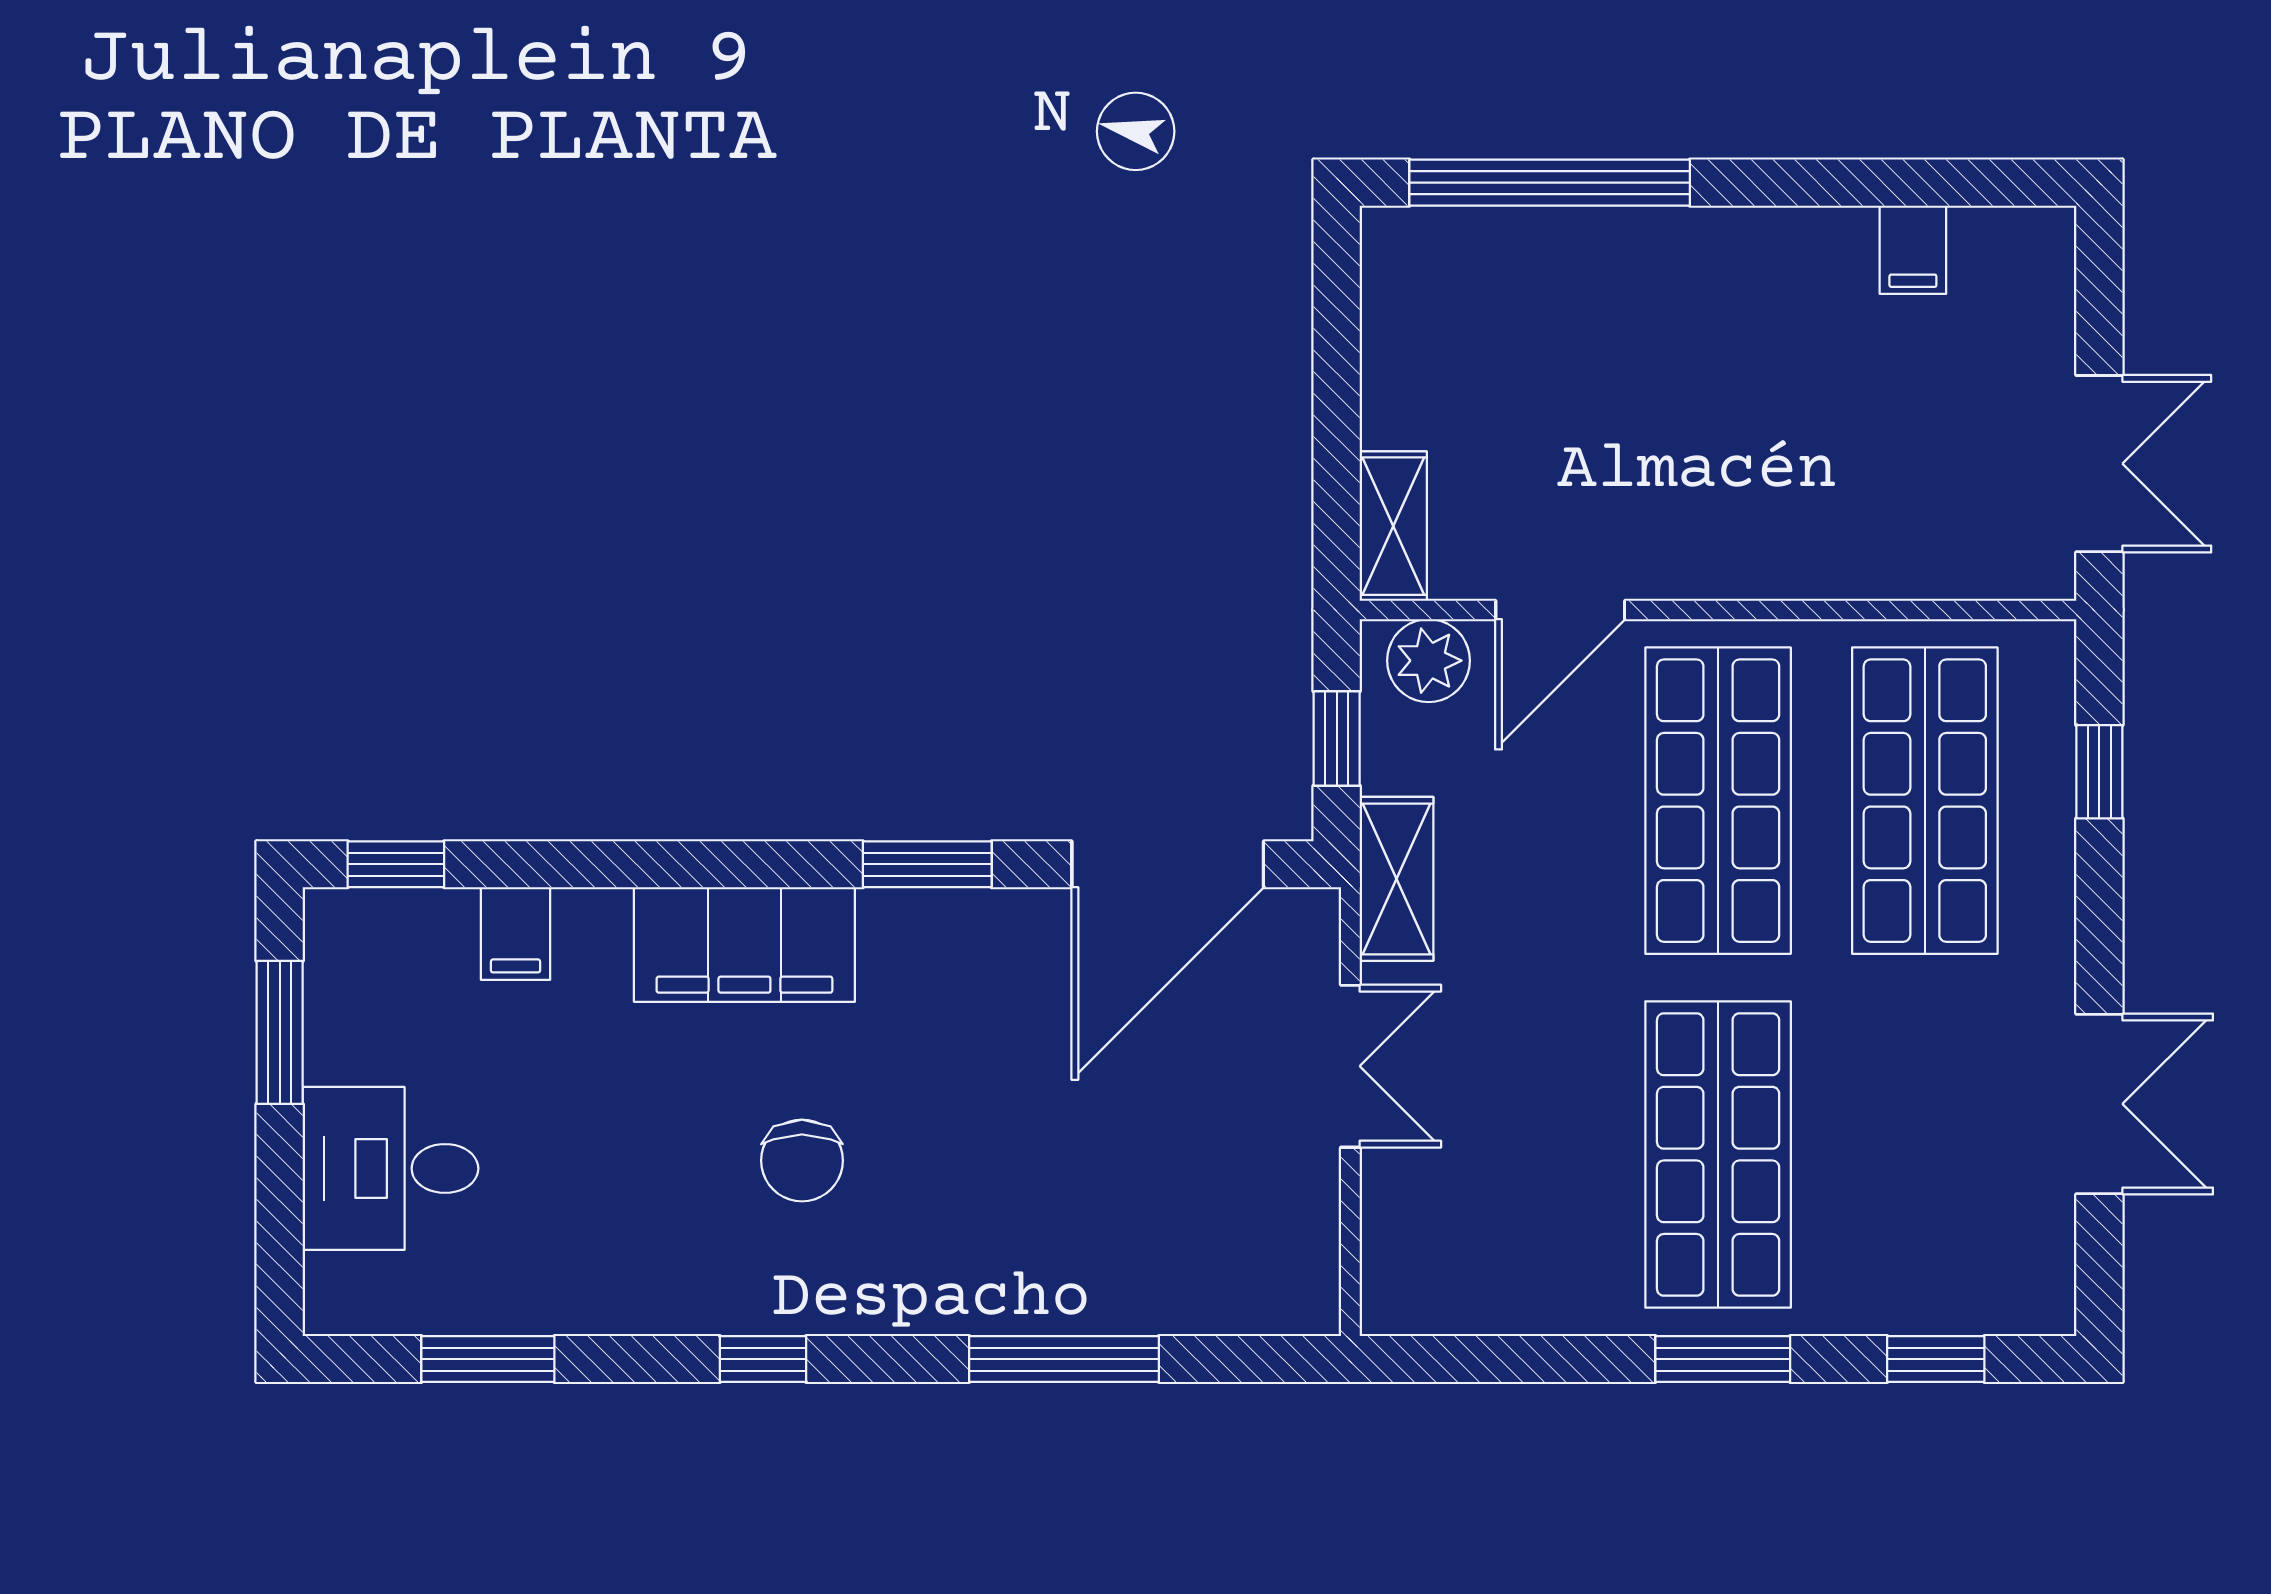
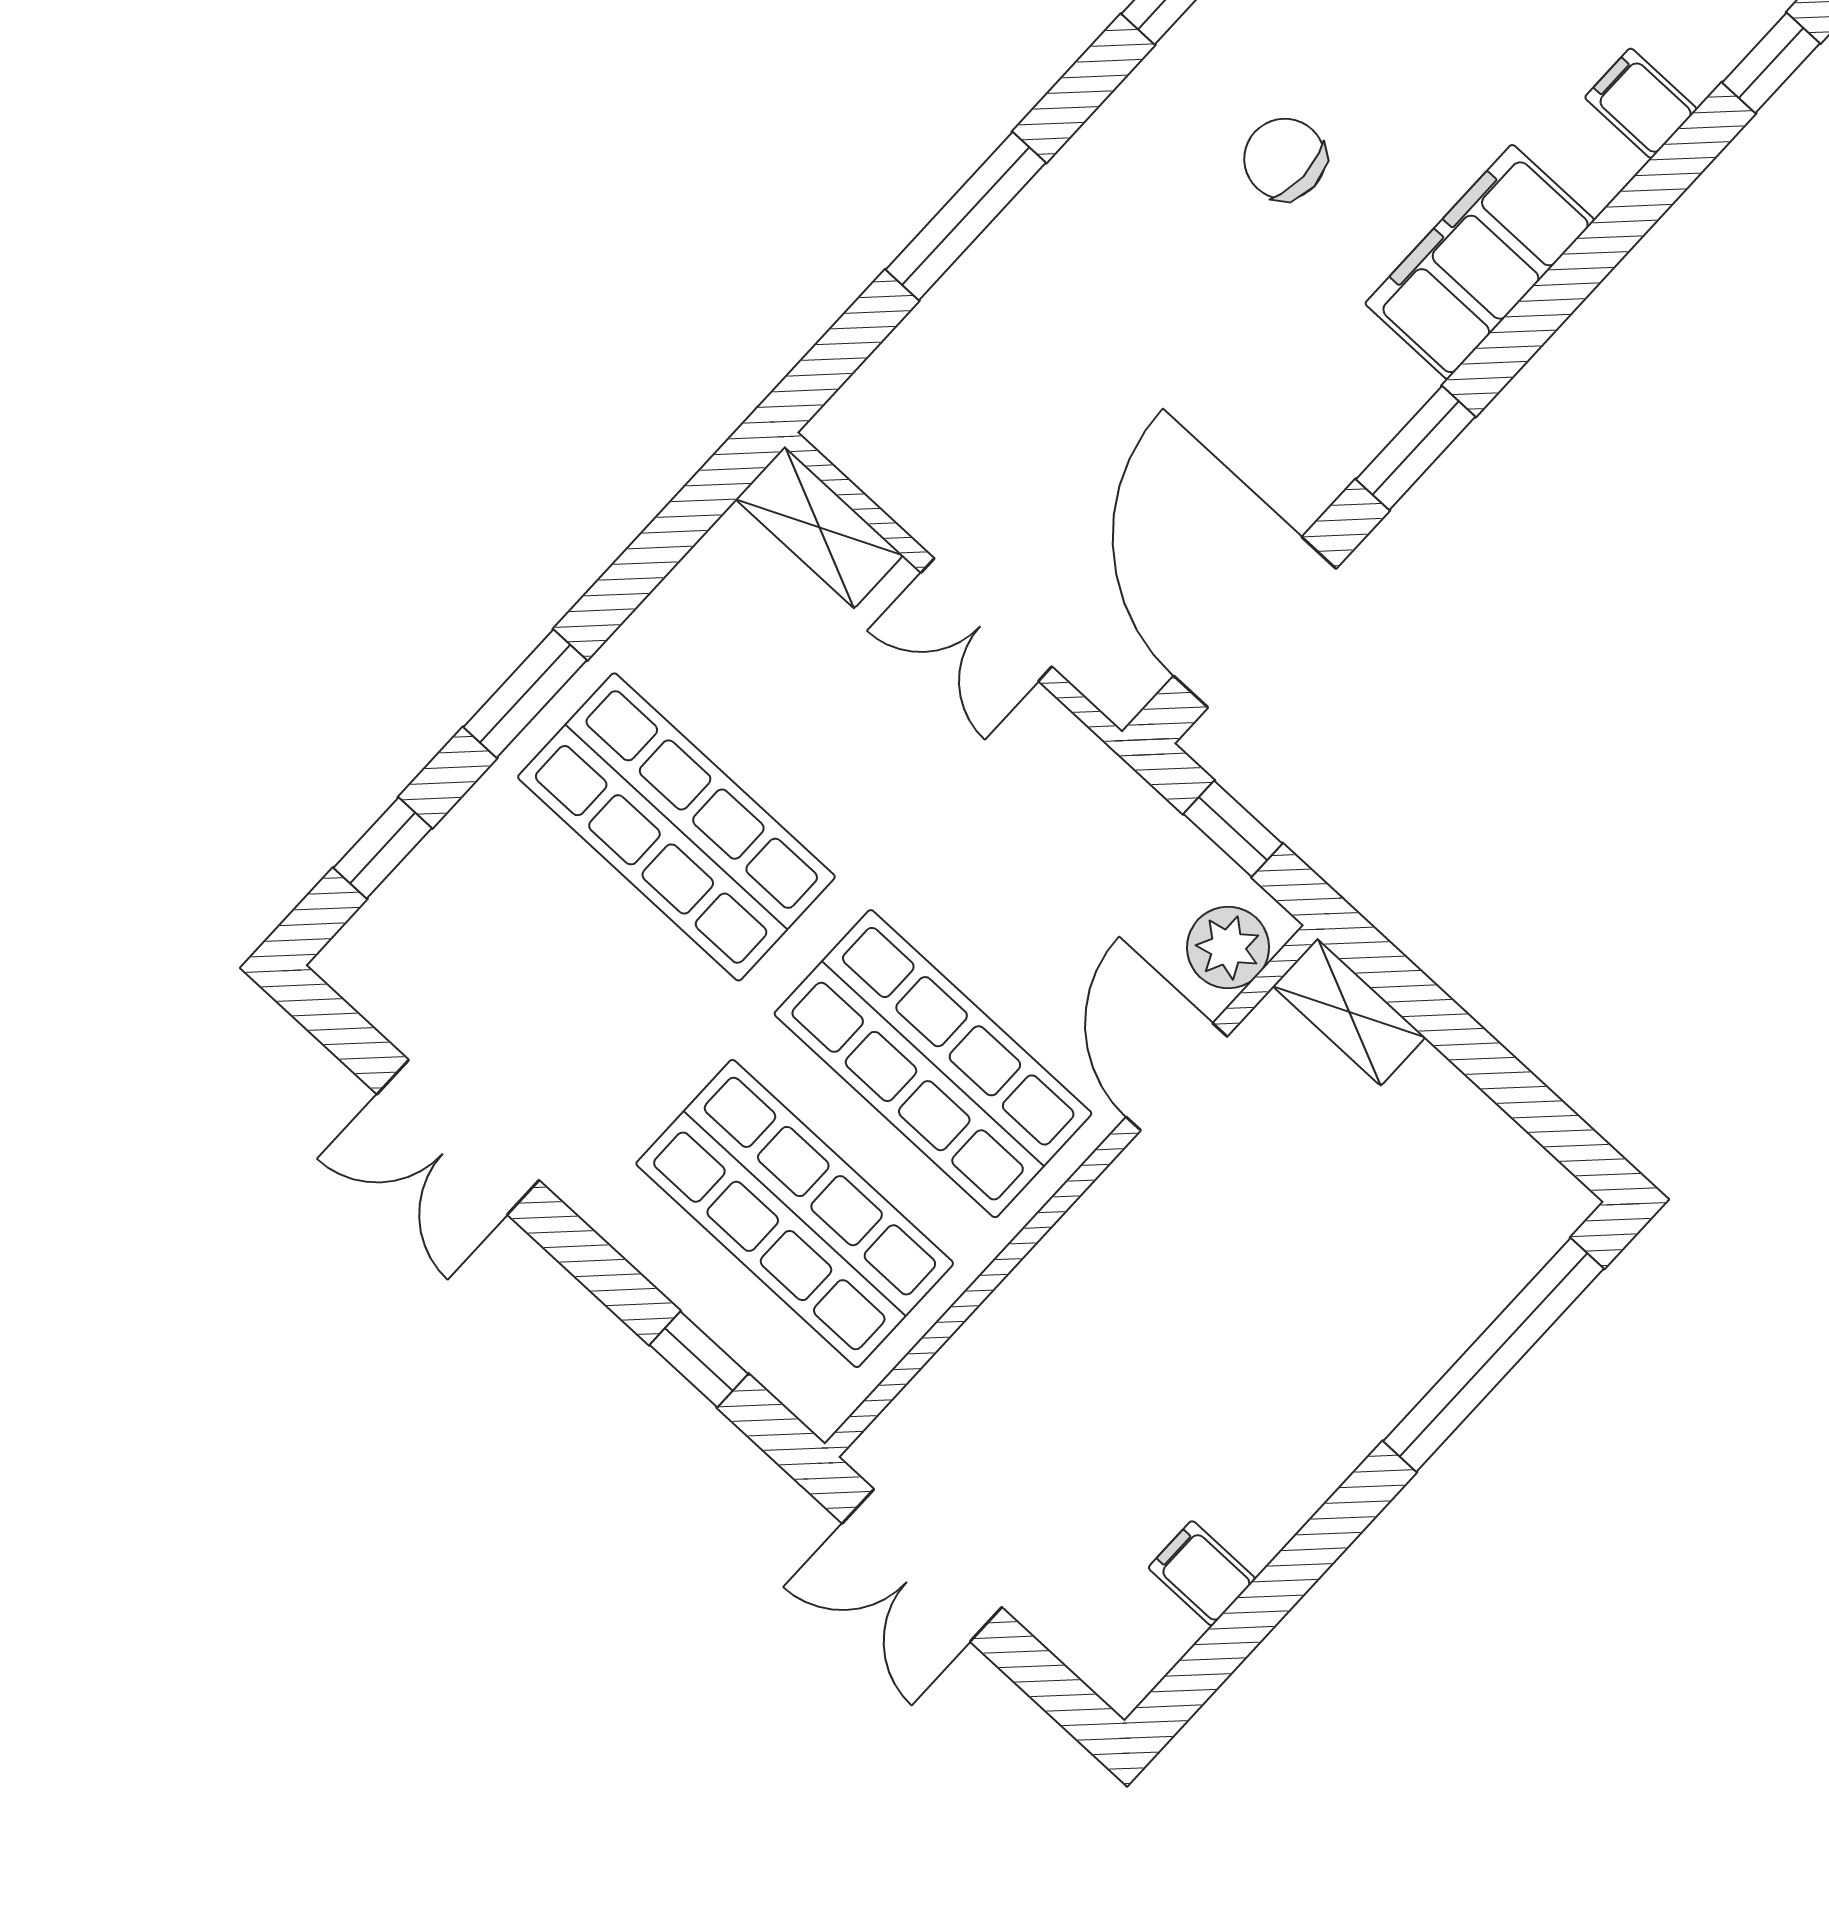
shelving: (1396, 879) -> (819, 527), moved

